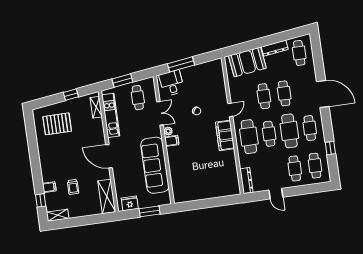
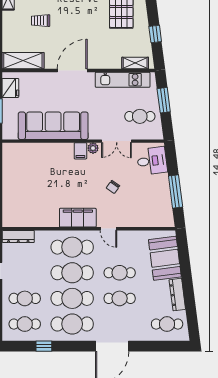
window: (181, 64) -> (176, 192), moved
cafe table: (310, 128) -> (72, 324), width x1.37, depth x1.35
cafe table: (269, 134) -> (72, 273), width x1.37, depth x1.35

